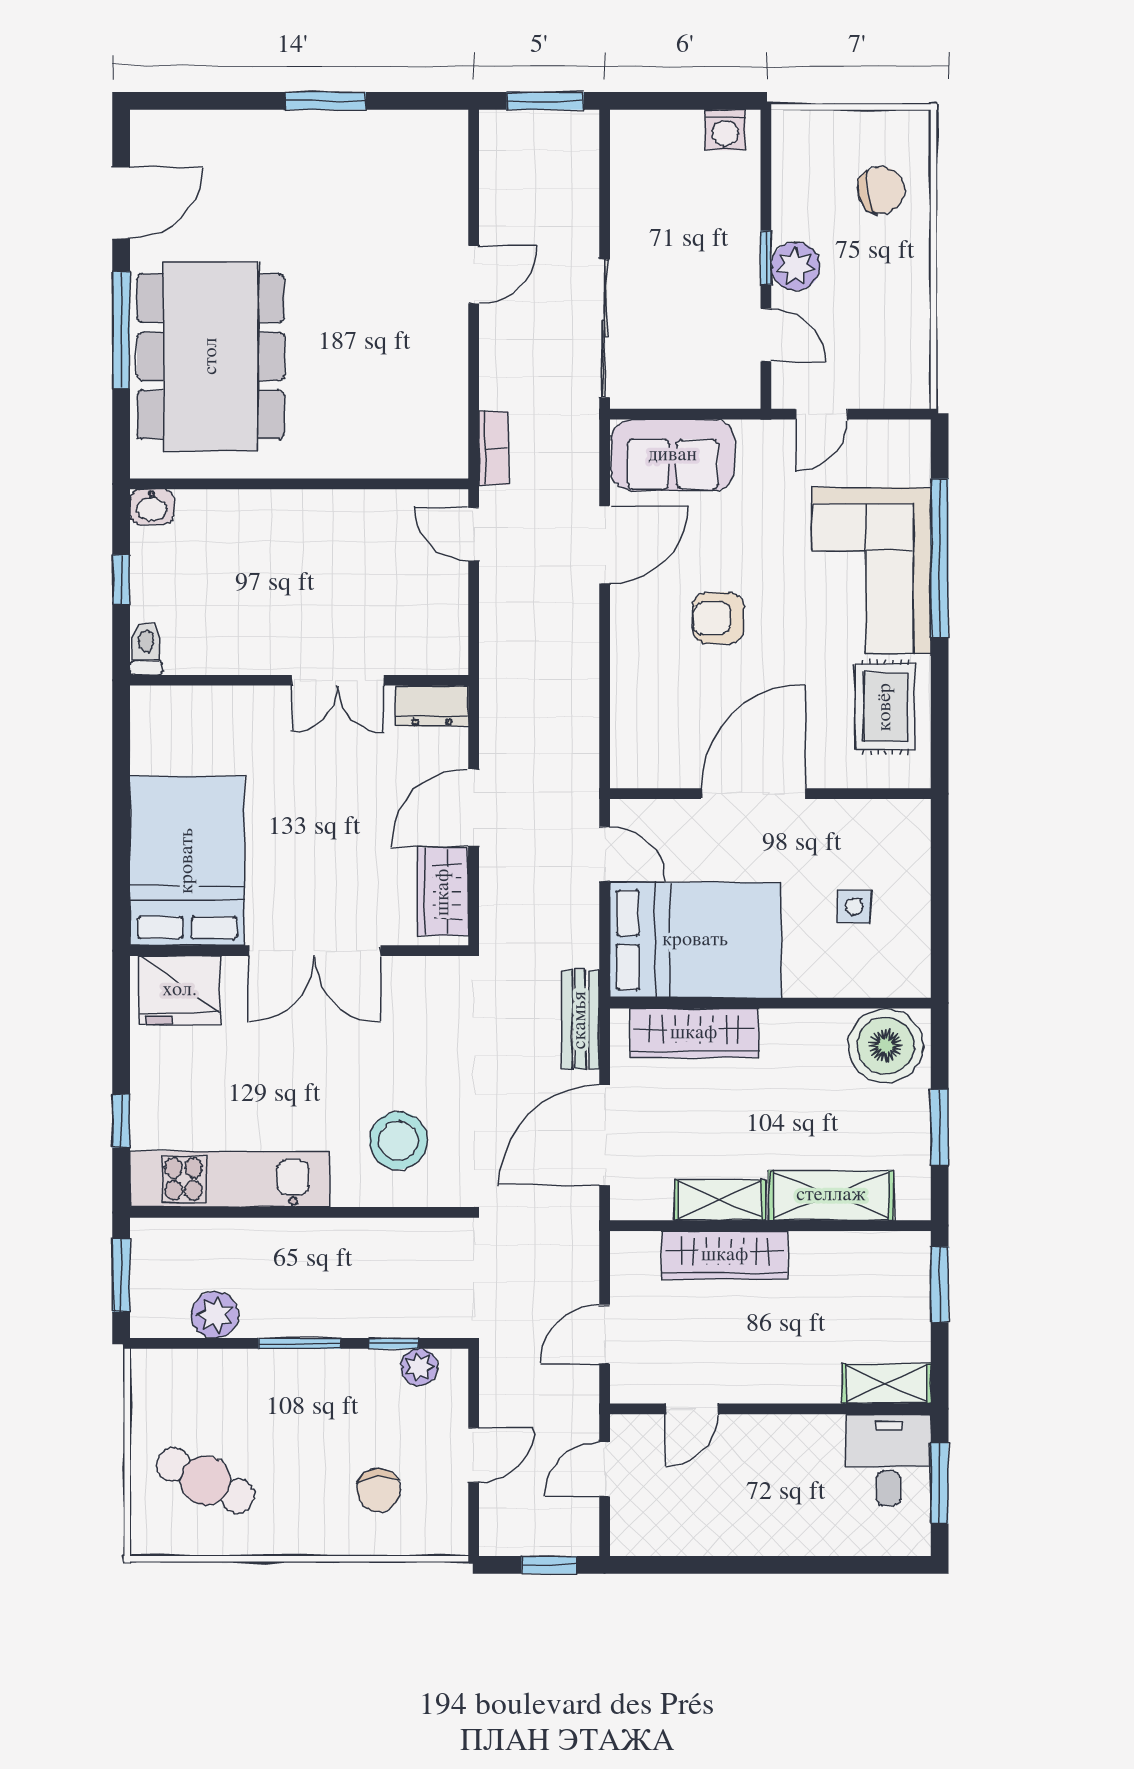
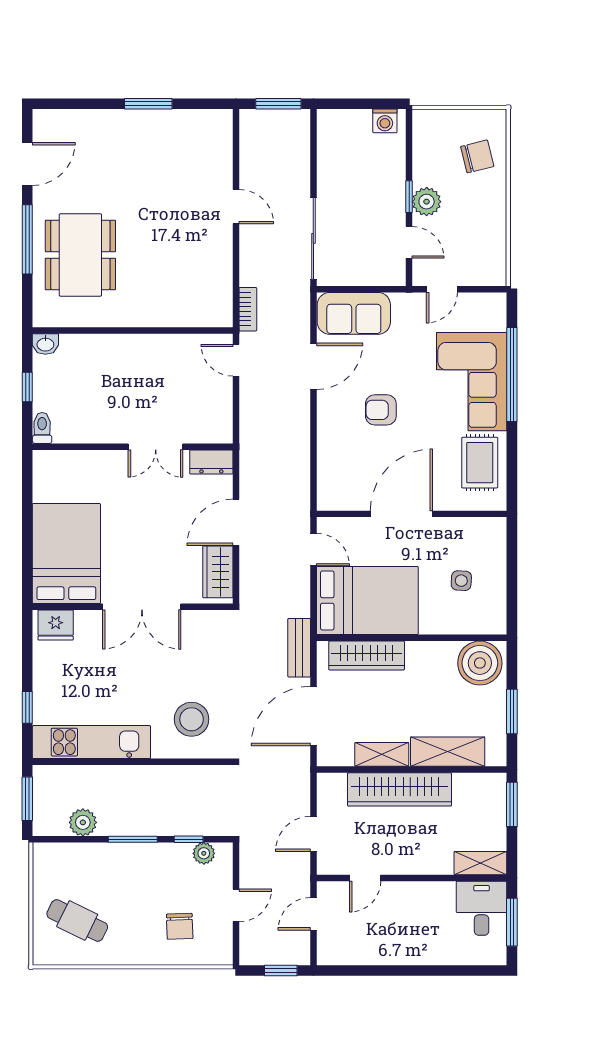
door: (474, 275) -> (236, 207), hinge flipped
dining table: (211, 356) -> (80, 255), width x0.73, depth x0.80
fridge: (180, 990) -> (56, 625), width x0.73, depth x0.75
wardrobe: (725, 1255) -> (399, 789), width x1.40, depth x1.17

